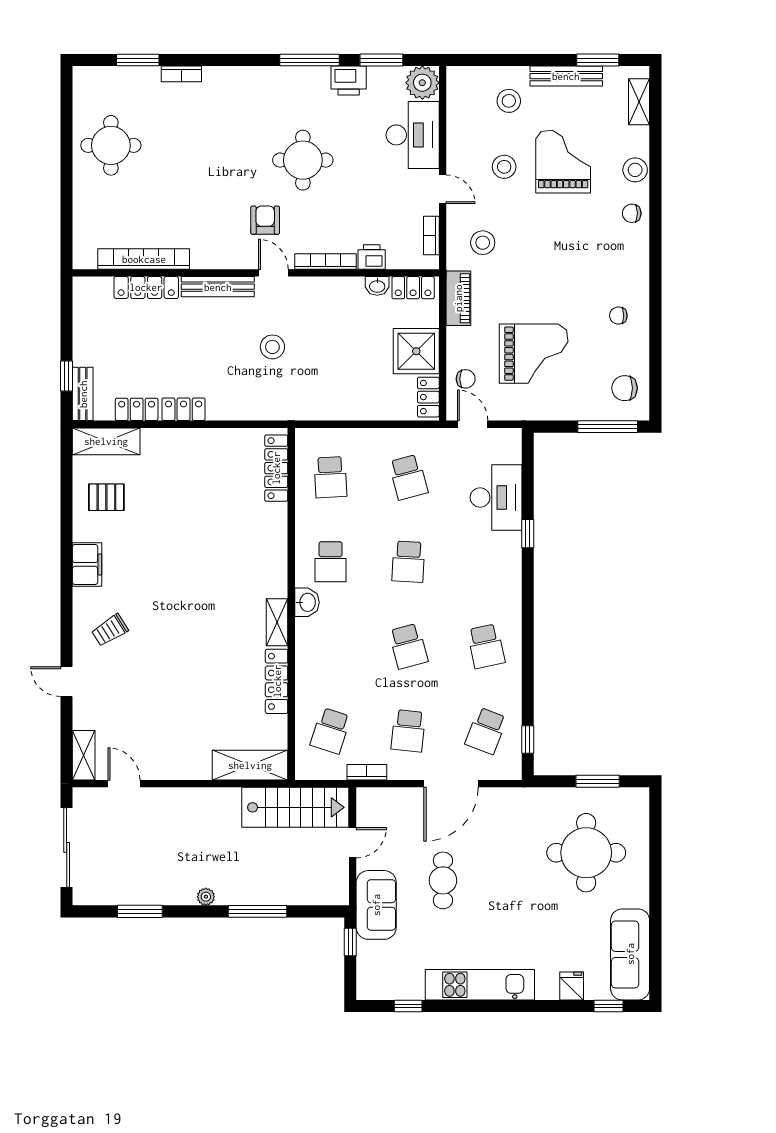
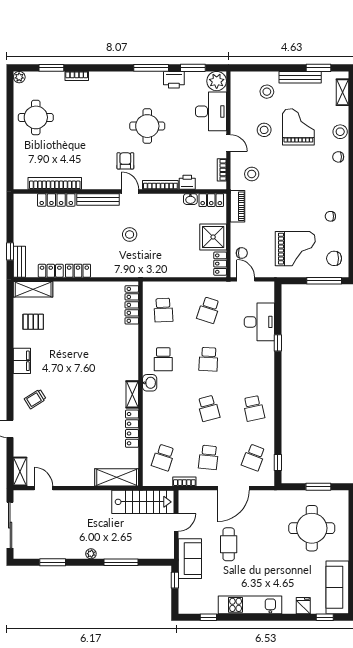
plant: (82, 76) -> (19, 77), added
grand piano: (534, 354) -> (295, 249), moved
school desk: (408, 477) -> (208, 310), turned 33

